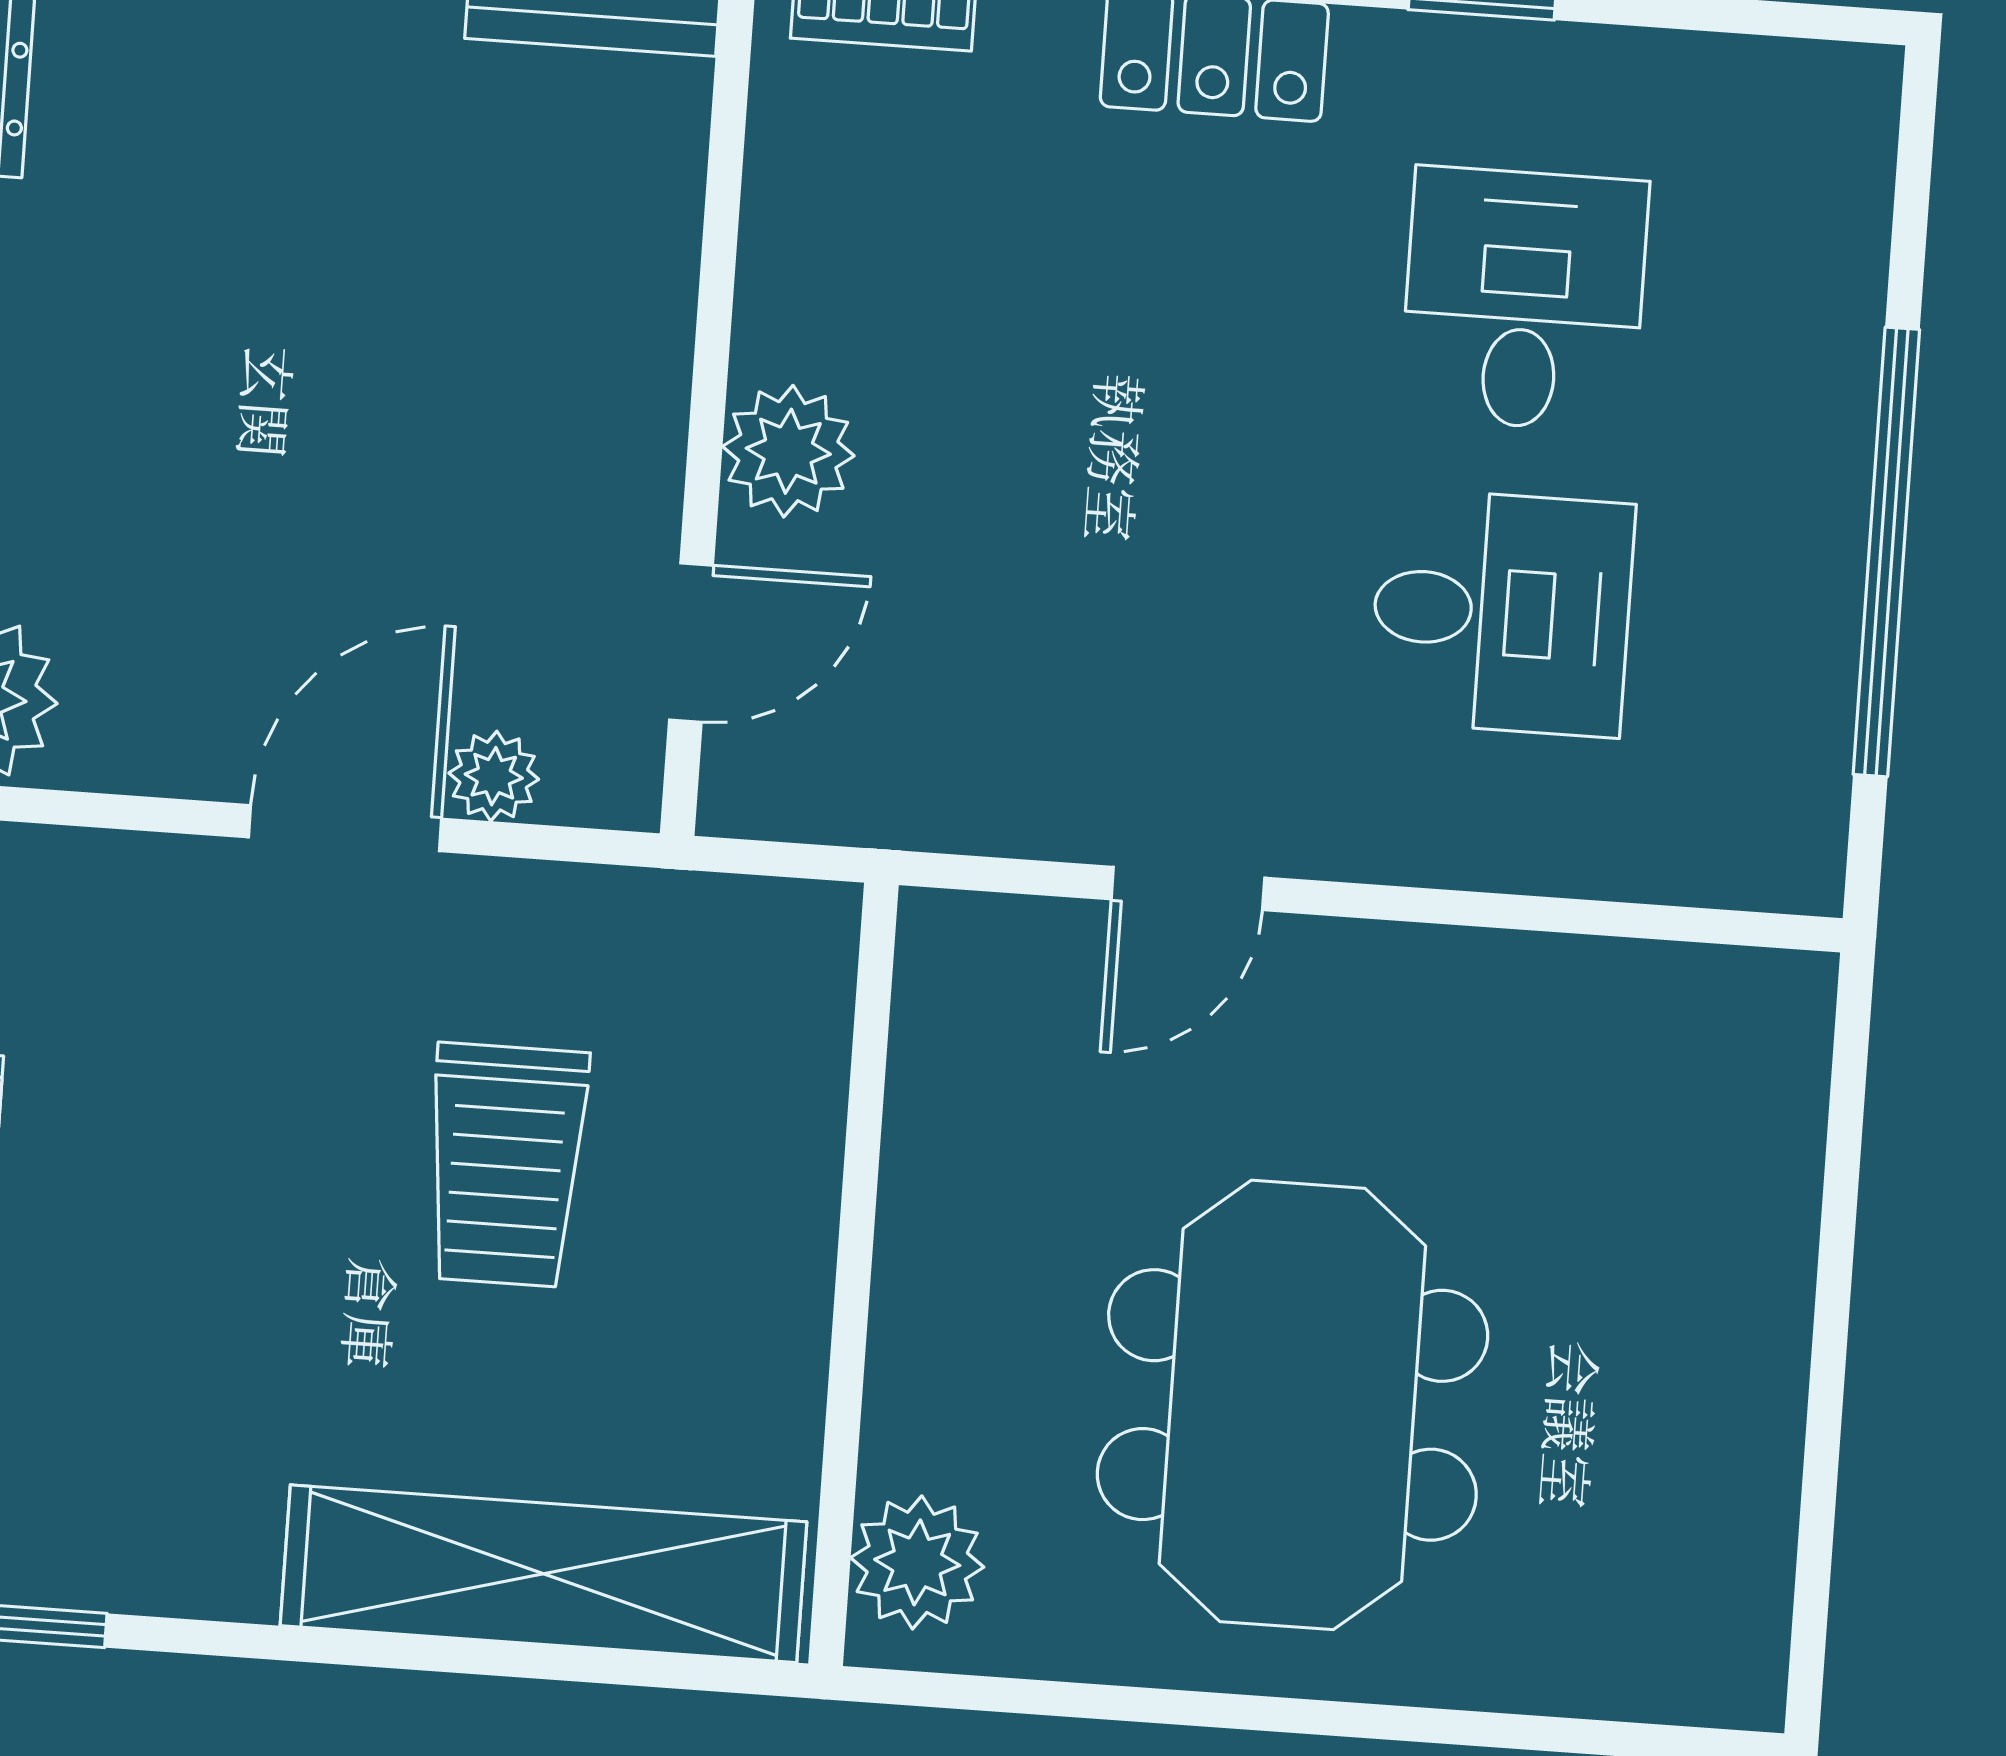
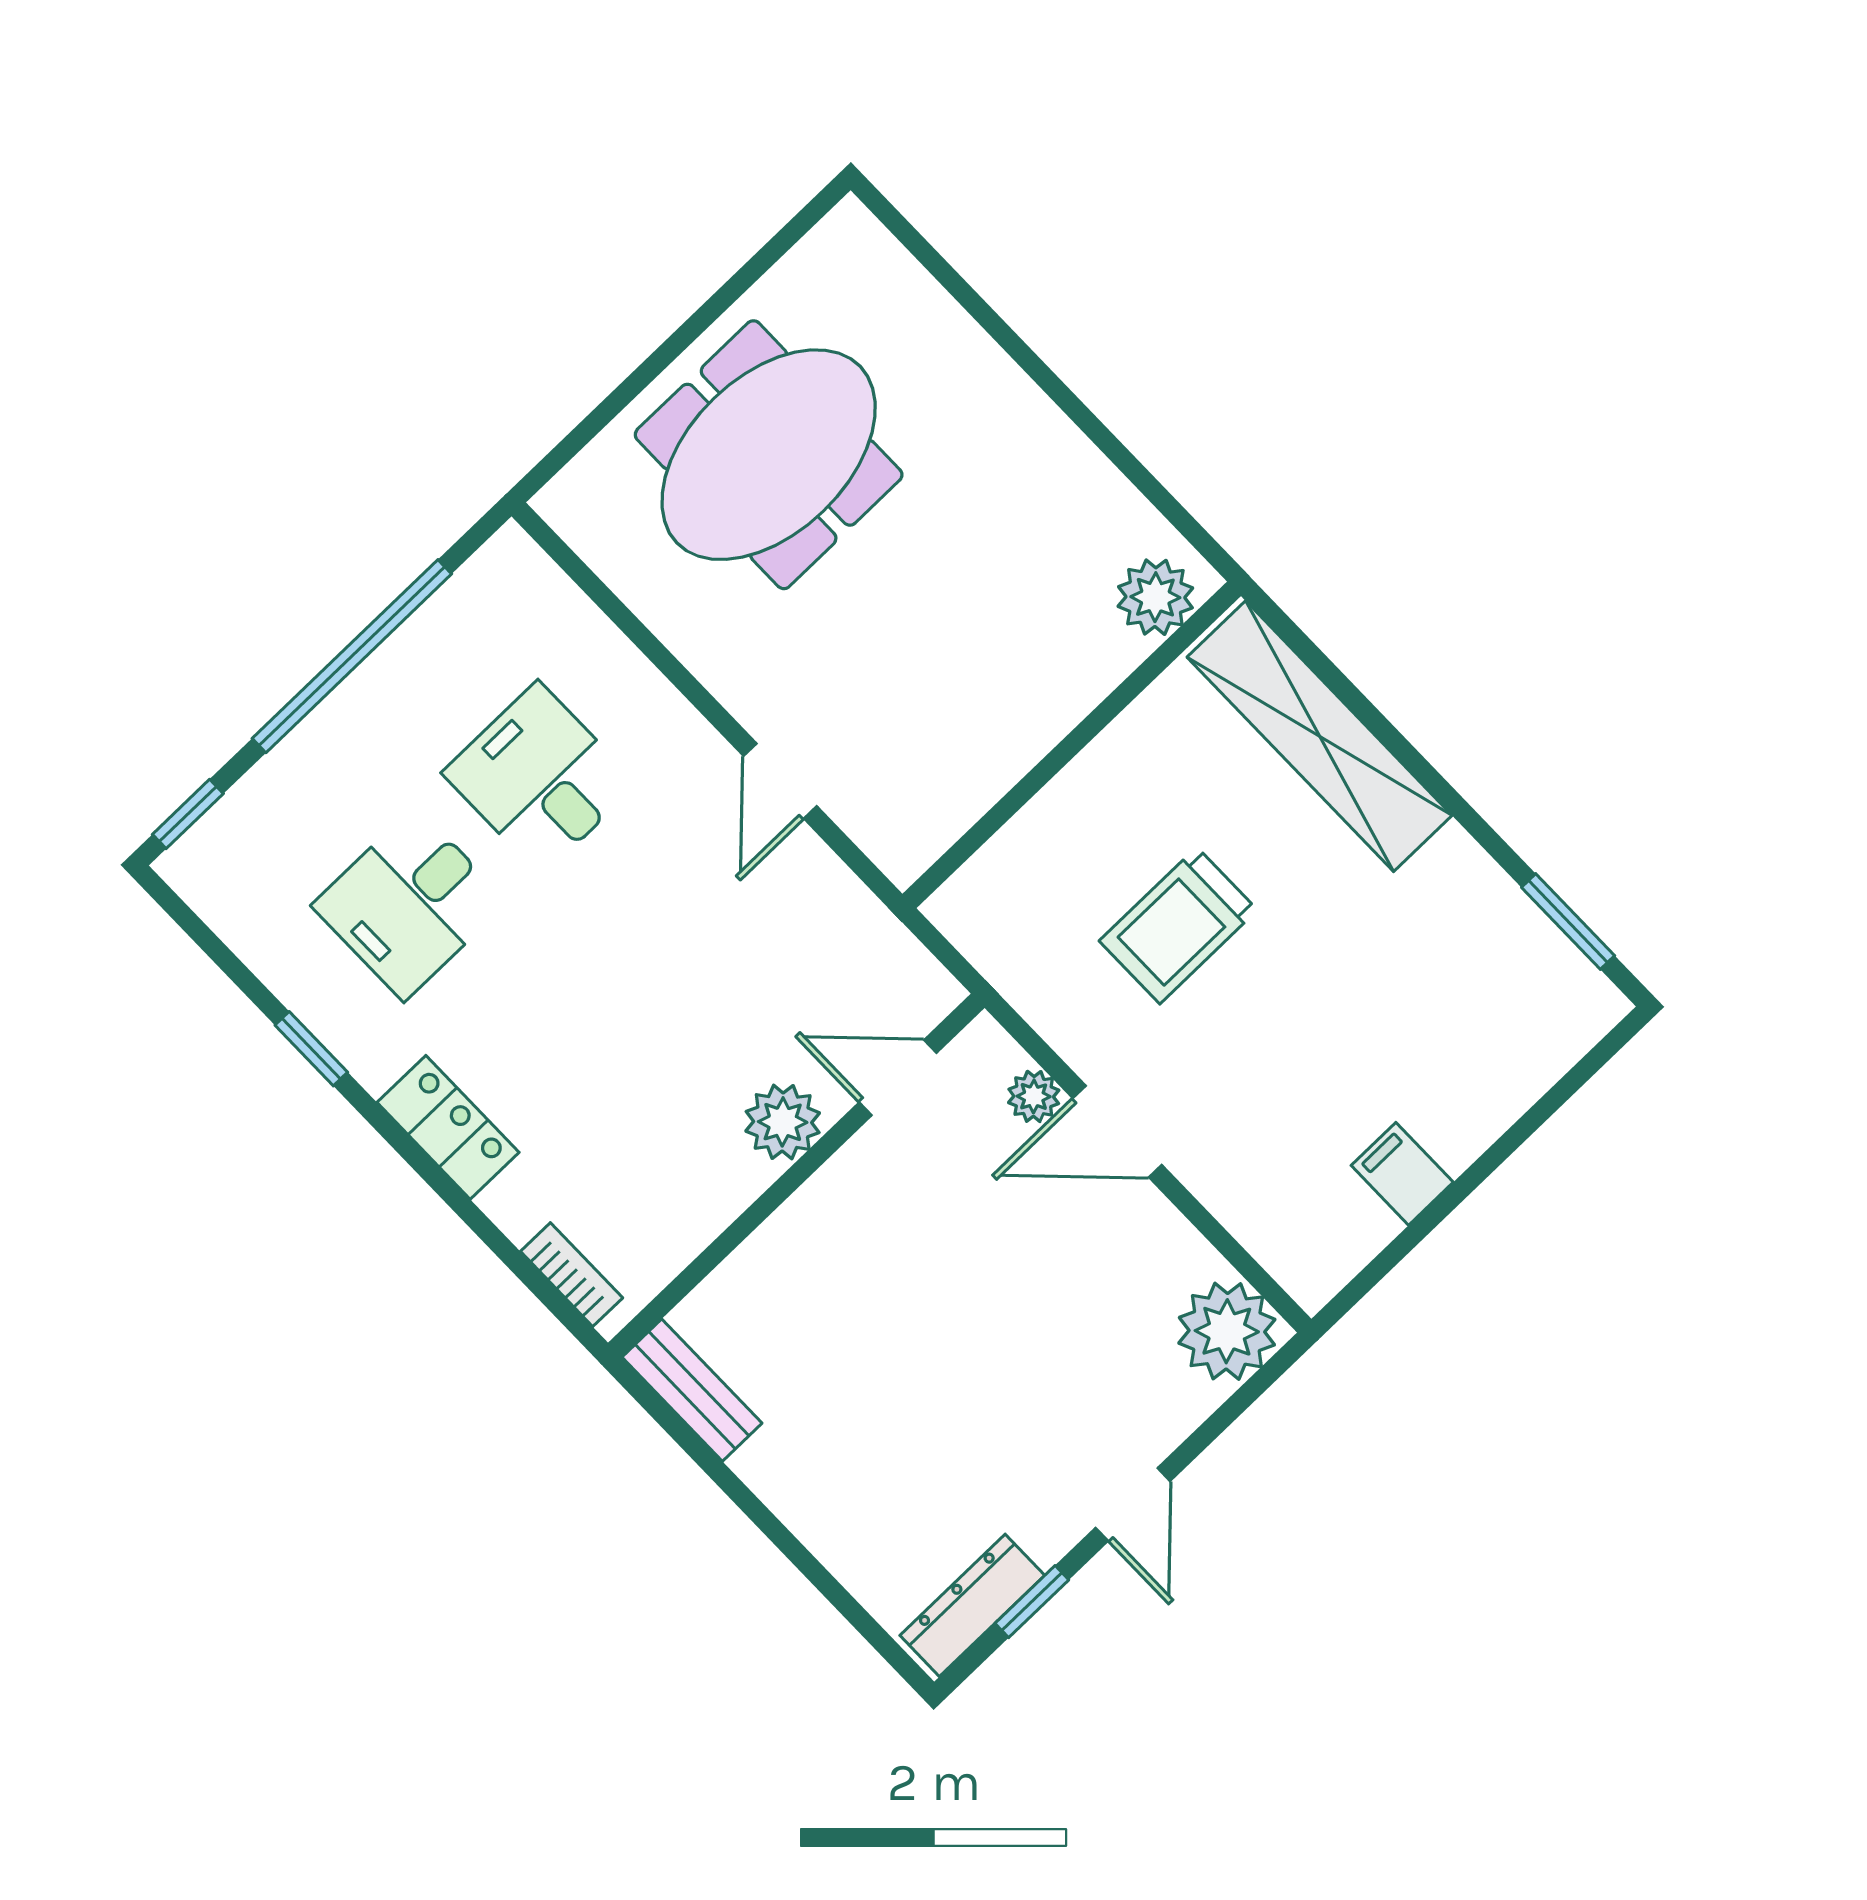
window: (1915, 157) -> (188, 814), added
door: (1188, 889) -> (780, 781), swing flipped
trolley: (506, 1165) -> (1178, 925), turned 180
meeting table: (1292, 1405) -> (769, 455), moved

